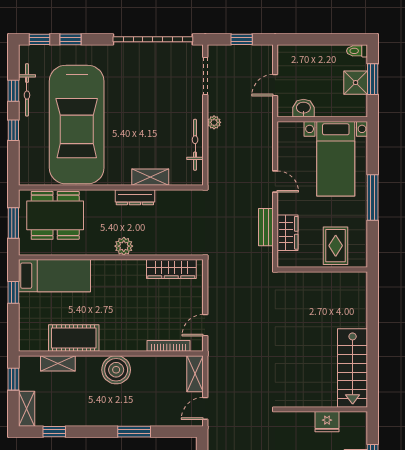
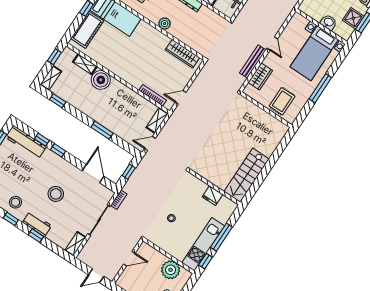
washbasin: (303, 108) -> (329, 22), moved
bench: (266, 227) -> (253, 62), width x1.36
cot: (74, 338) -> (87, 30), moved, turned 90
boiler: (116, 370) -> (101, 80), moved

